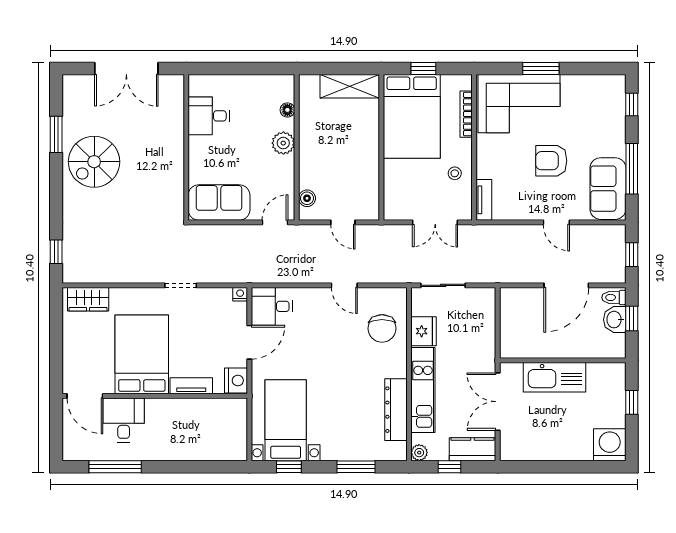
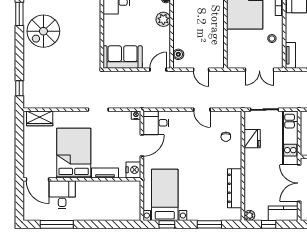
chair: (382, 328) -> (226, 137), width x0.54, depth x0.54
kitchen unit: (423, 390) -> (290, 138), moved, turned 180

